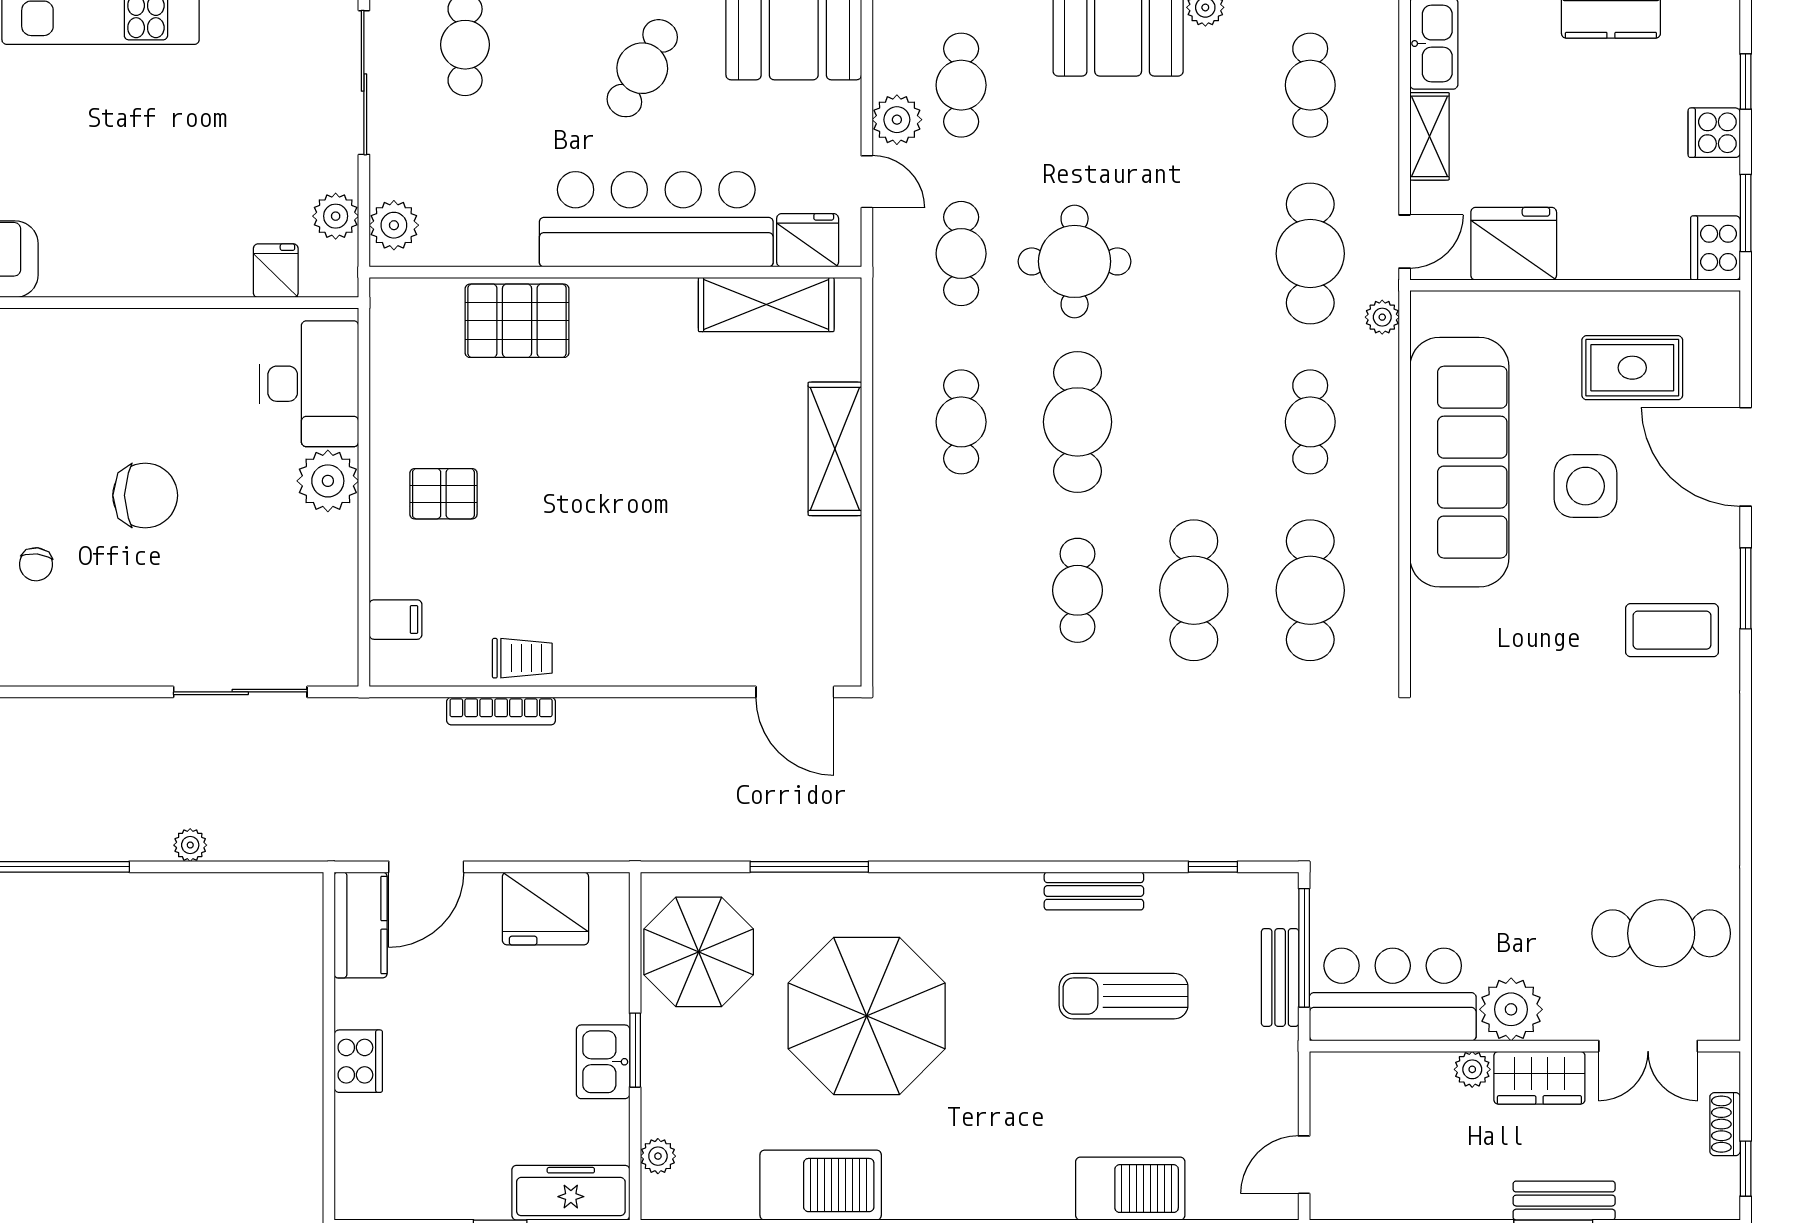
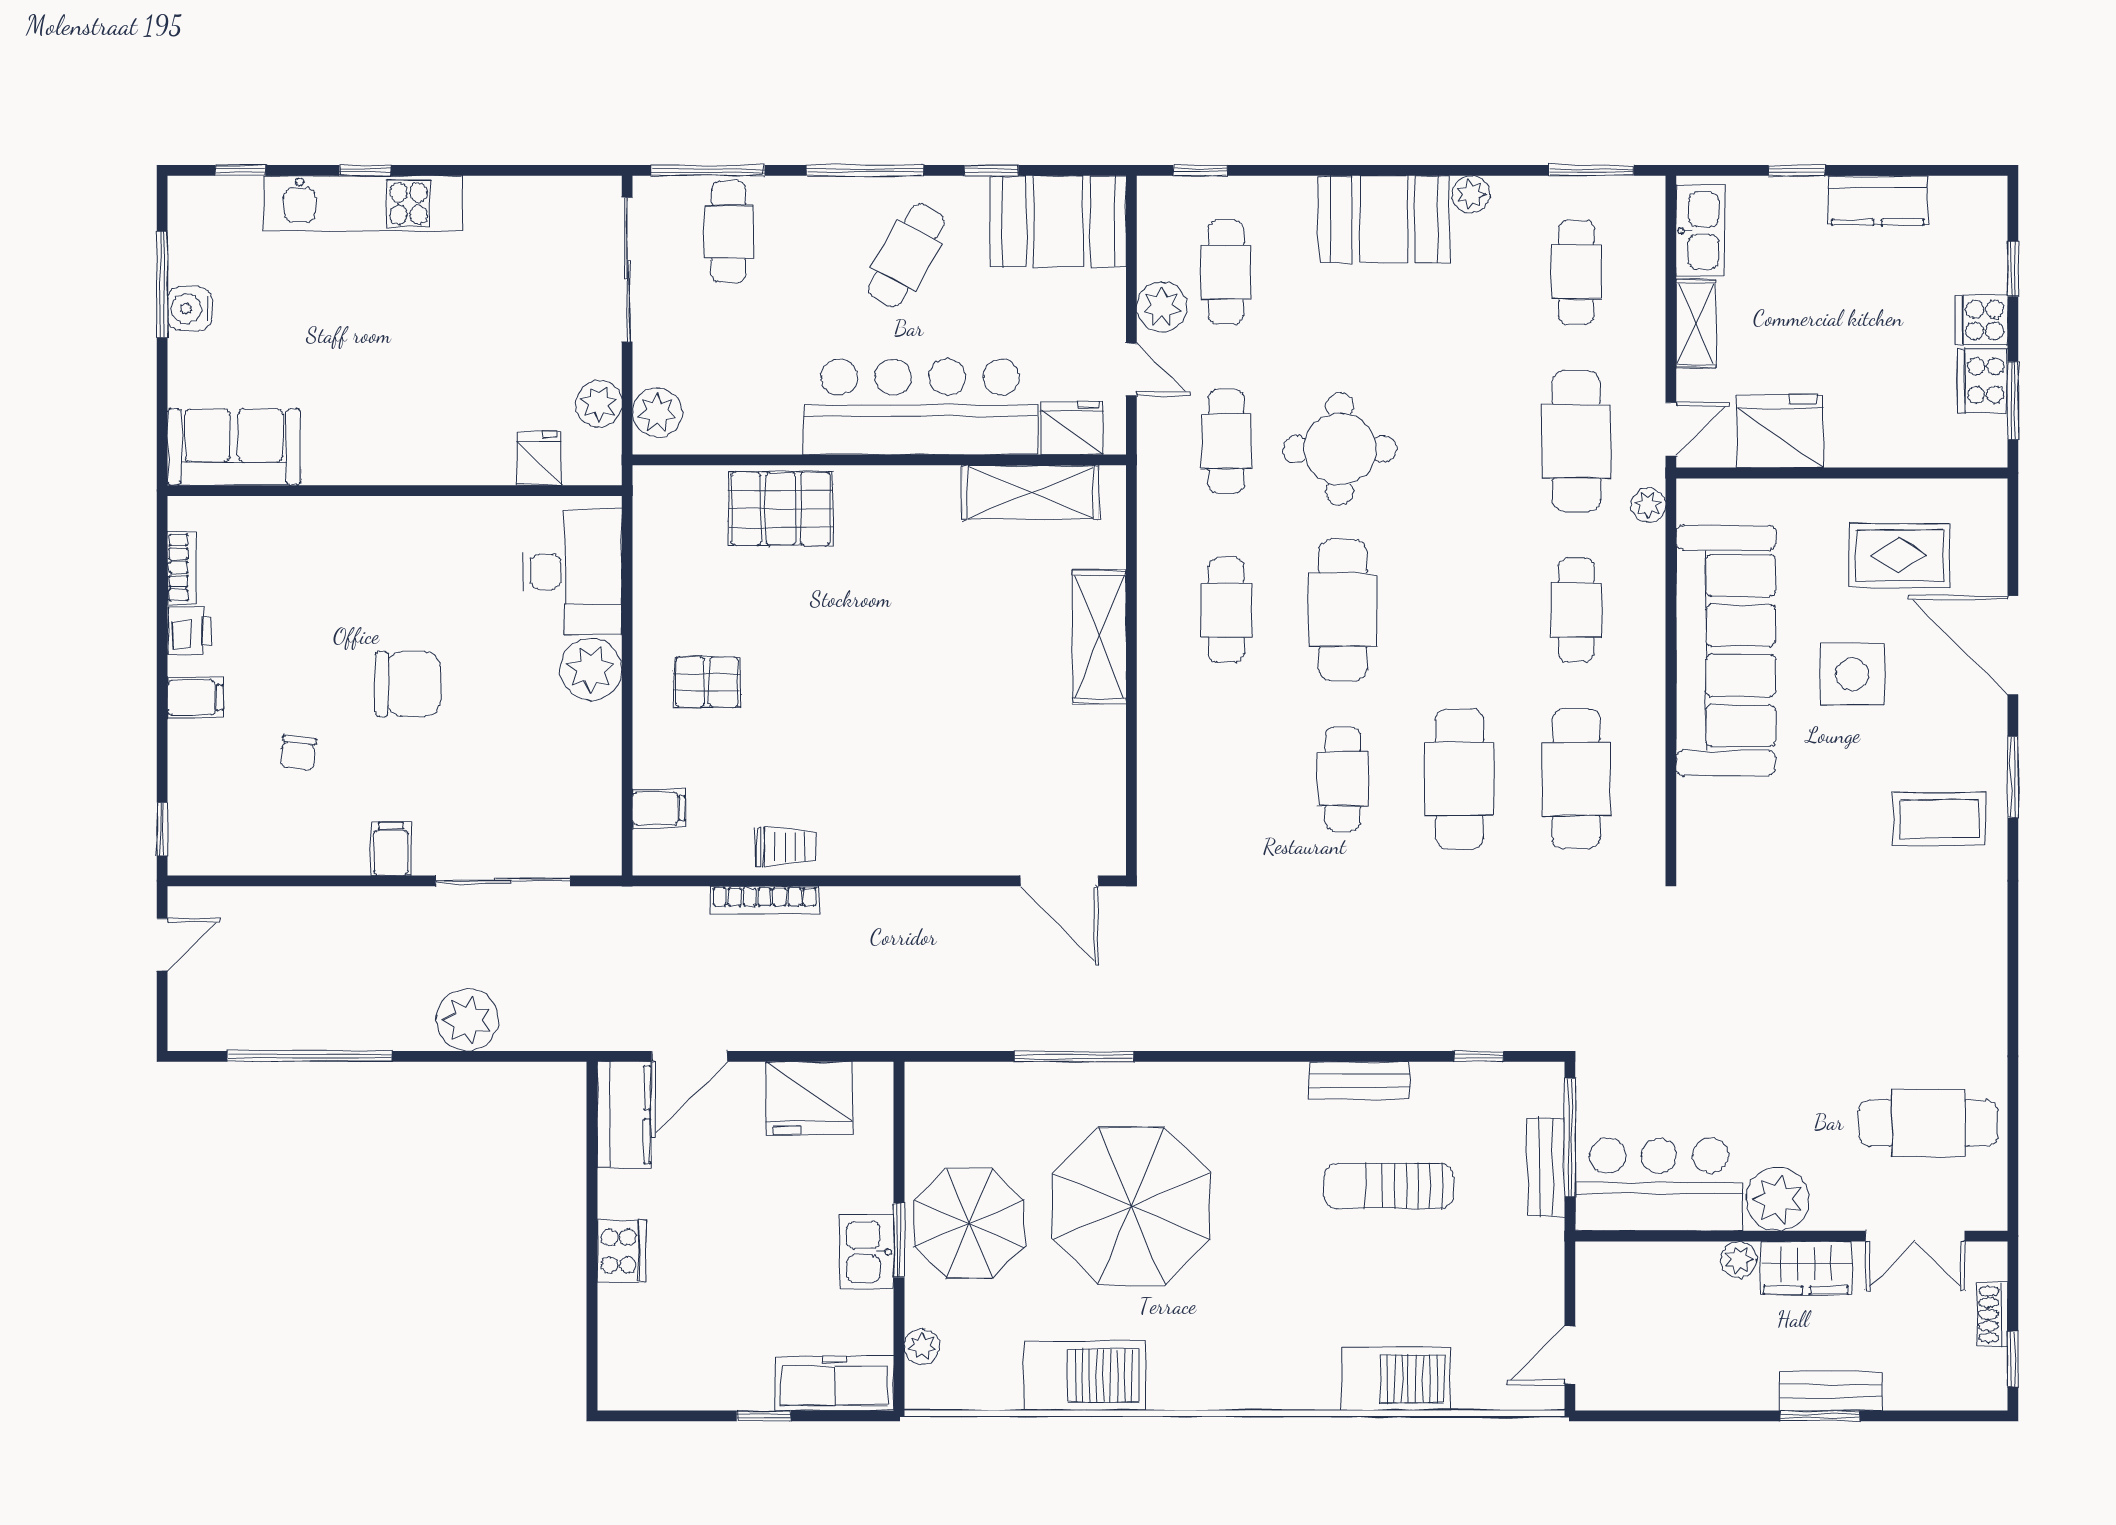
cooker: (1716, 248) -> (1983, 381), moved
filing cabinet: (129, 660) -> (391, 849), added
plant: (190, 845) -> (467, 1020), width x1.88, depth x1.88
parasol: (699, 952) -> (969, 1224), moved

